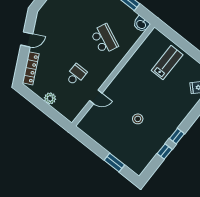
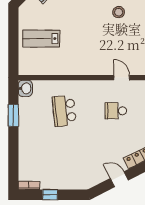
school desk: (104, 39) -> (64, 111), turned -30
stool: (138, 119) -> (119, 12), moved

